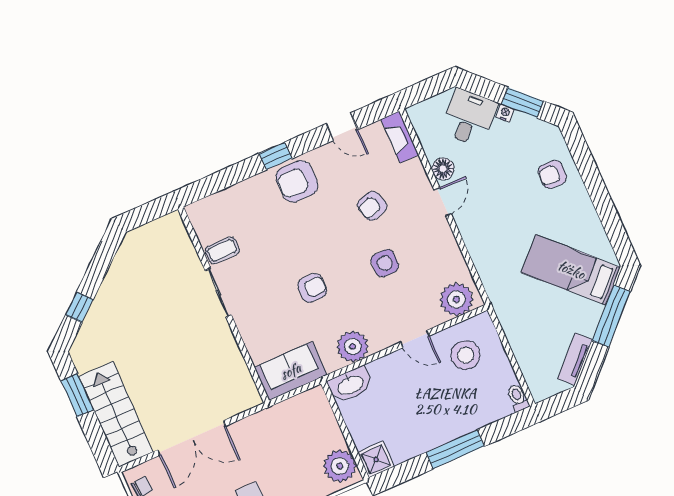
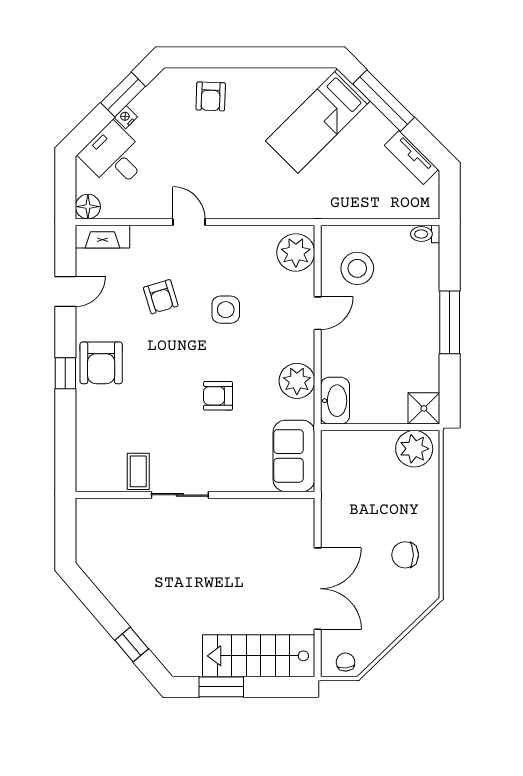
floor lamp: (443, 169) -> (88, 207), moved
armchair: (312, 288) -> (218, 396), turned -90

